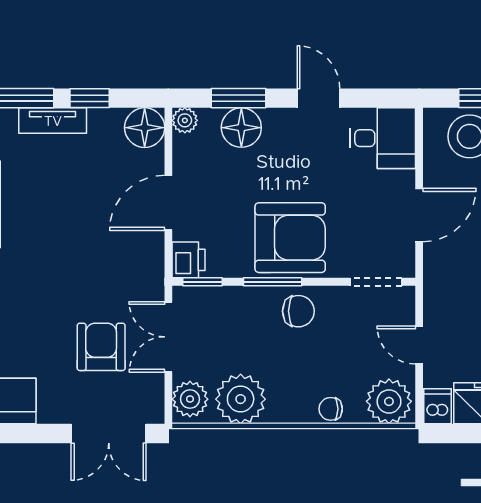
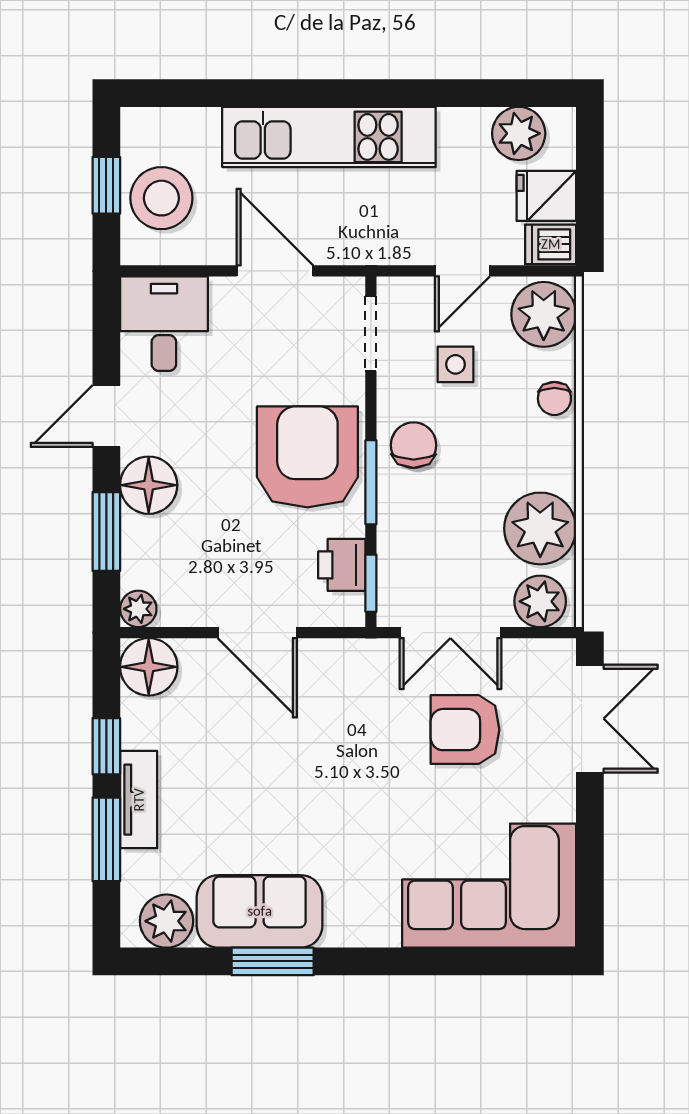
floor lamp: (241, 128) -> (149, 485), moved
printer: (189, 260) -> (342, 565), moved, turned -90
side table: (354, 340) -> (455, 364), added

